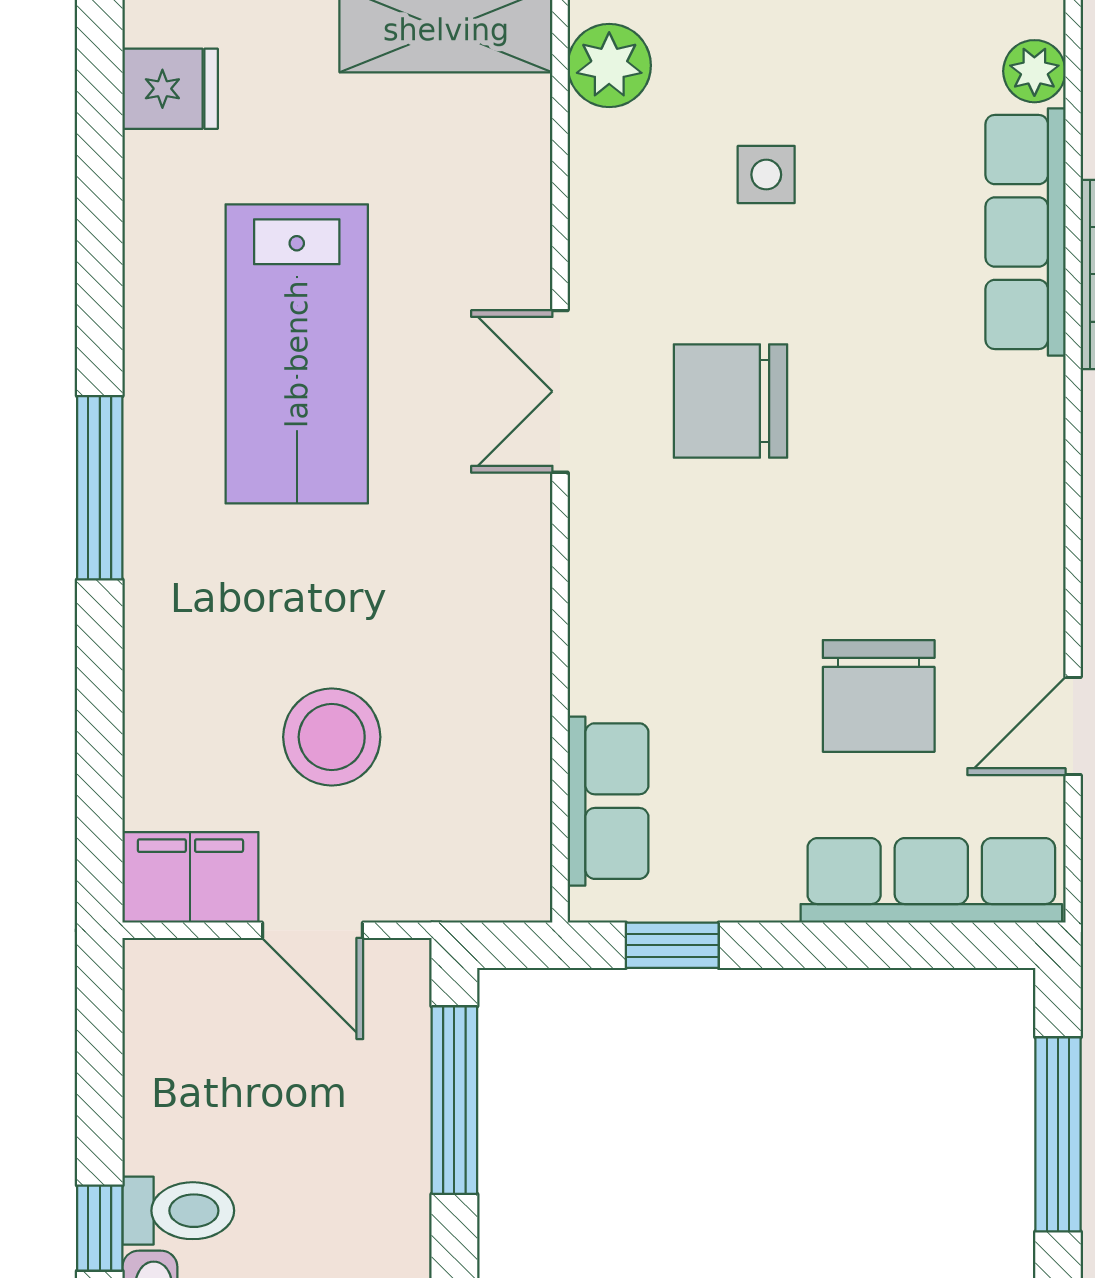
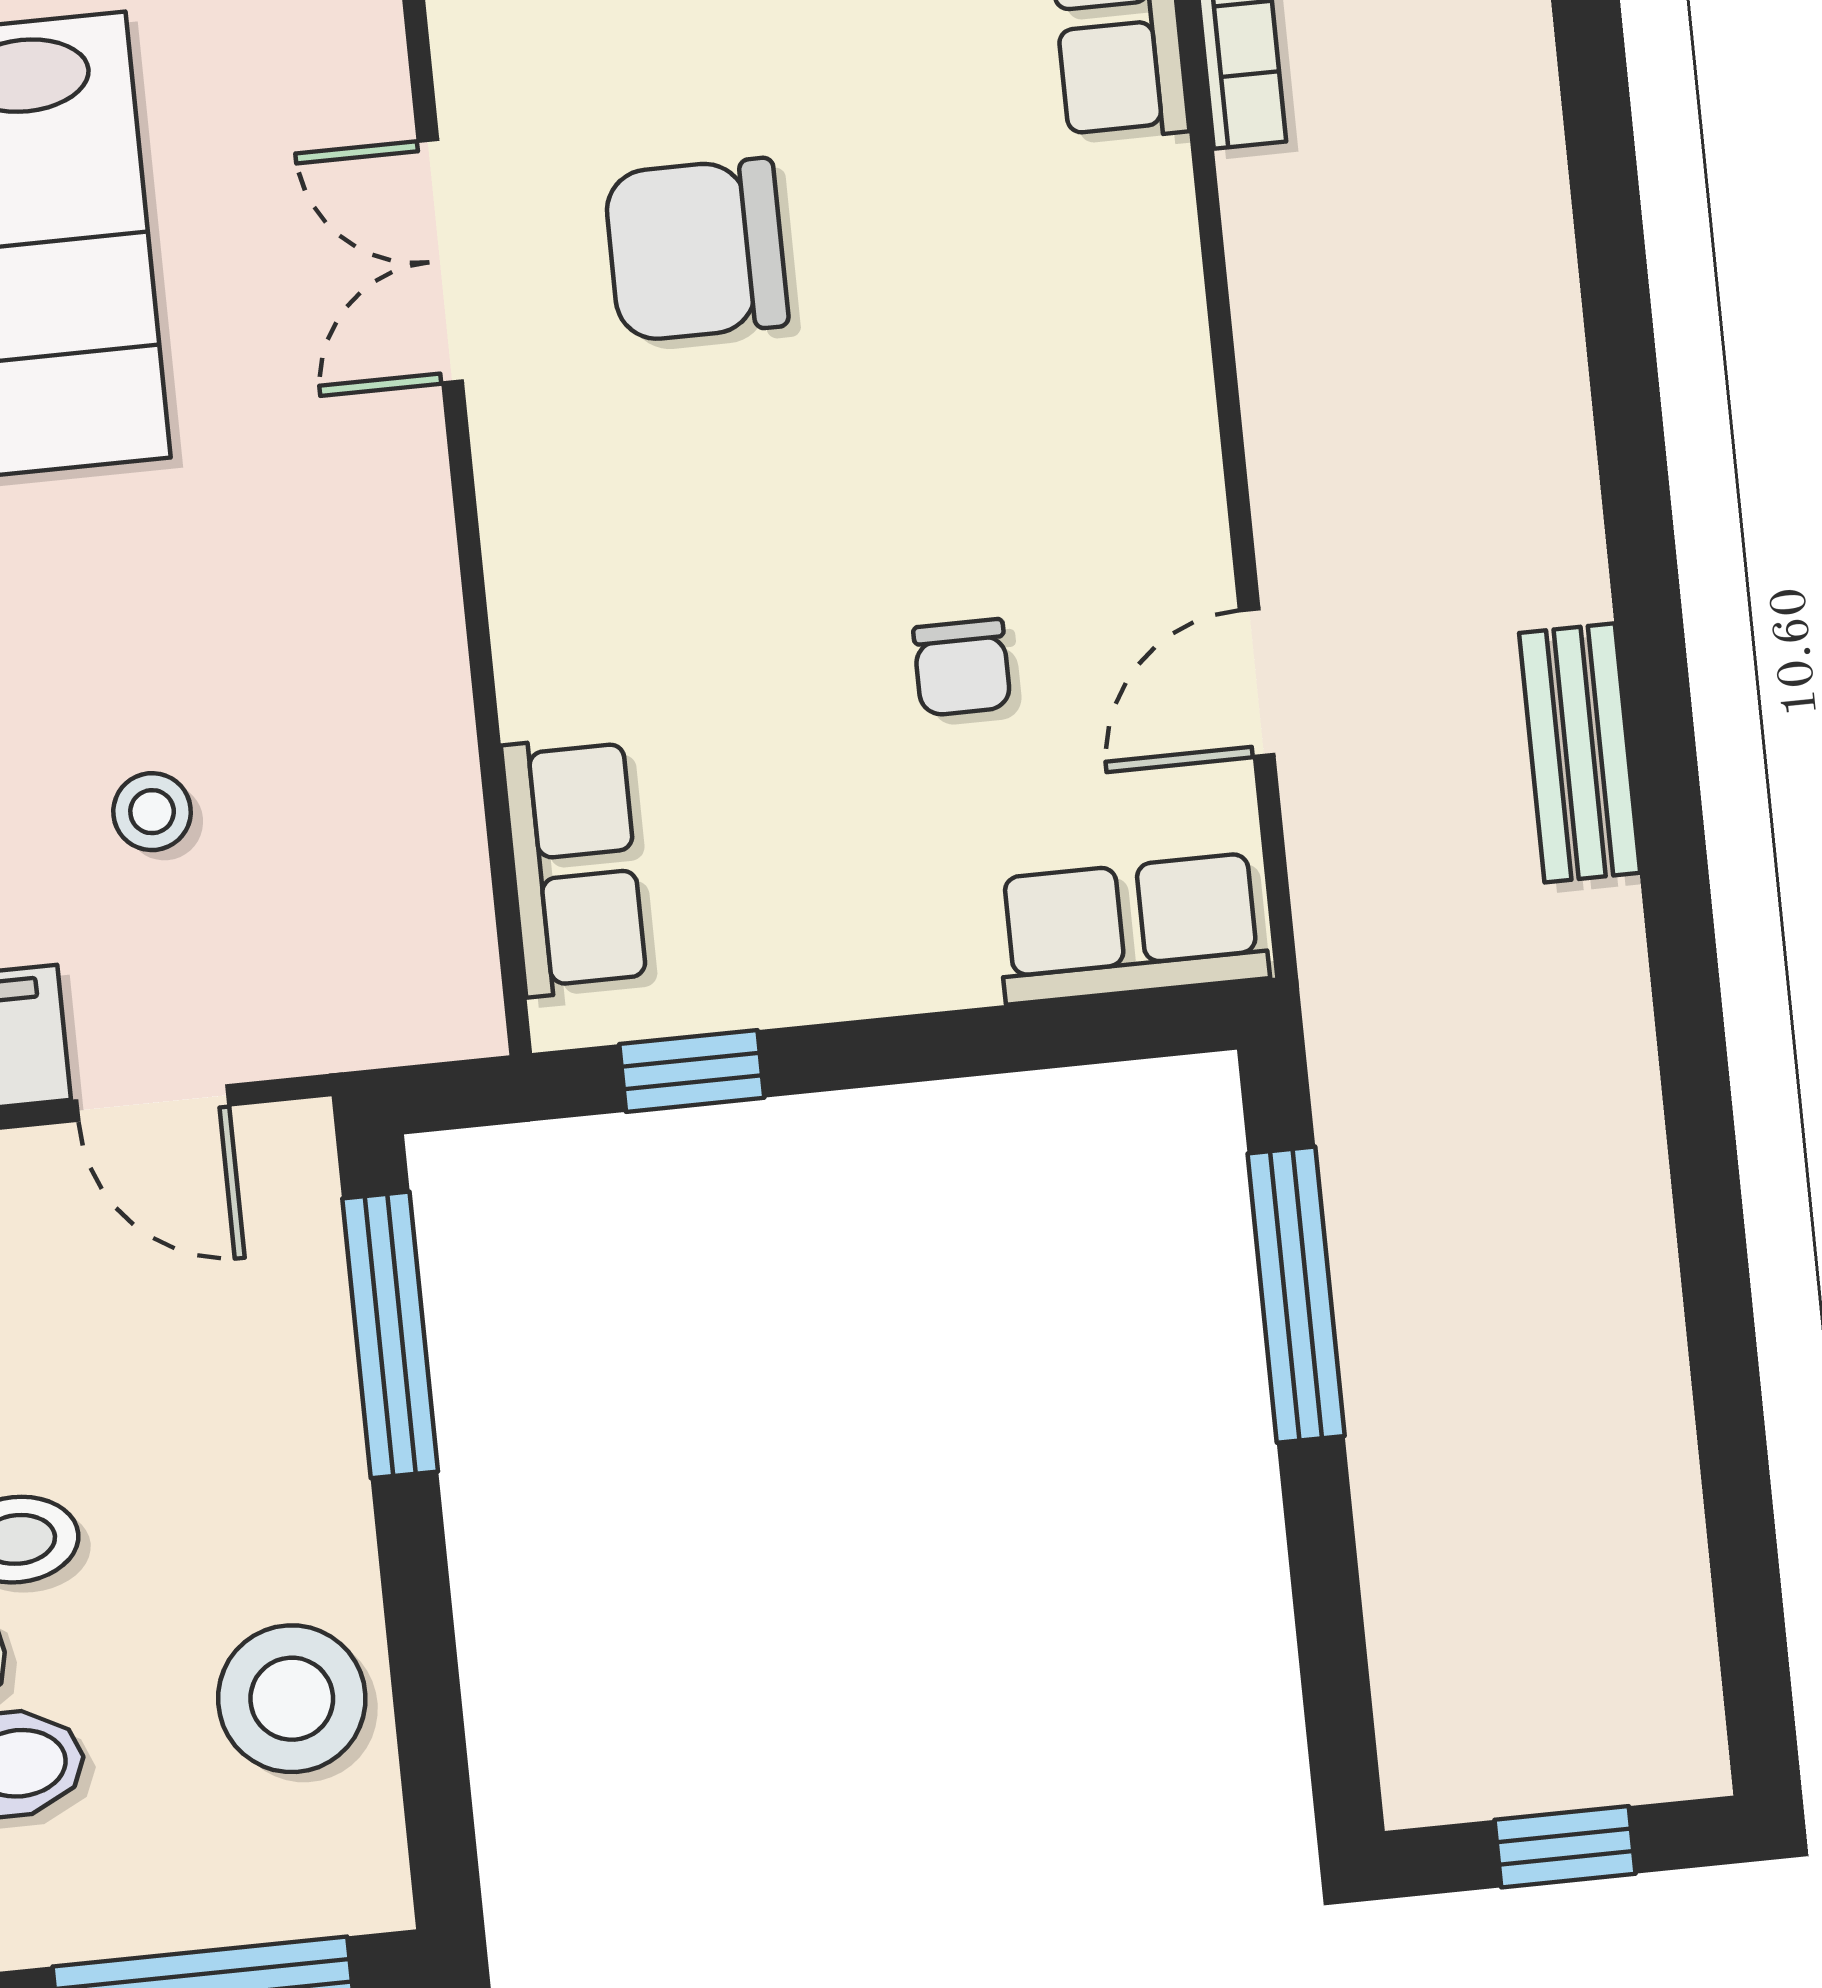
chair: (879, 696) -> (962, 667), width x0.54, depth x0.54
stool: (332, 737) -> (152, 812), width x0.53, depth x0.53
row of seats: (931, 880) -> (1132, 928), width x0.68

